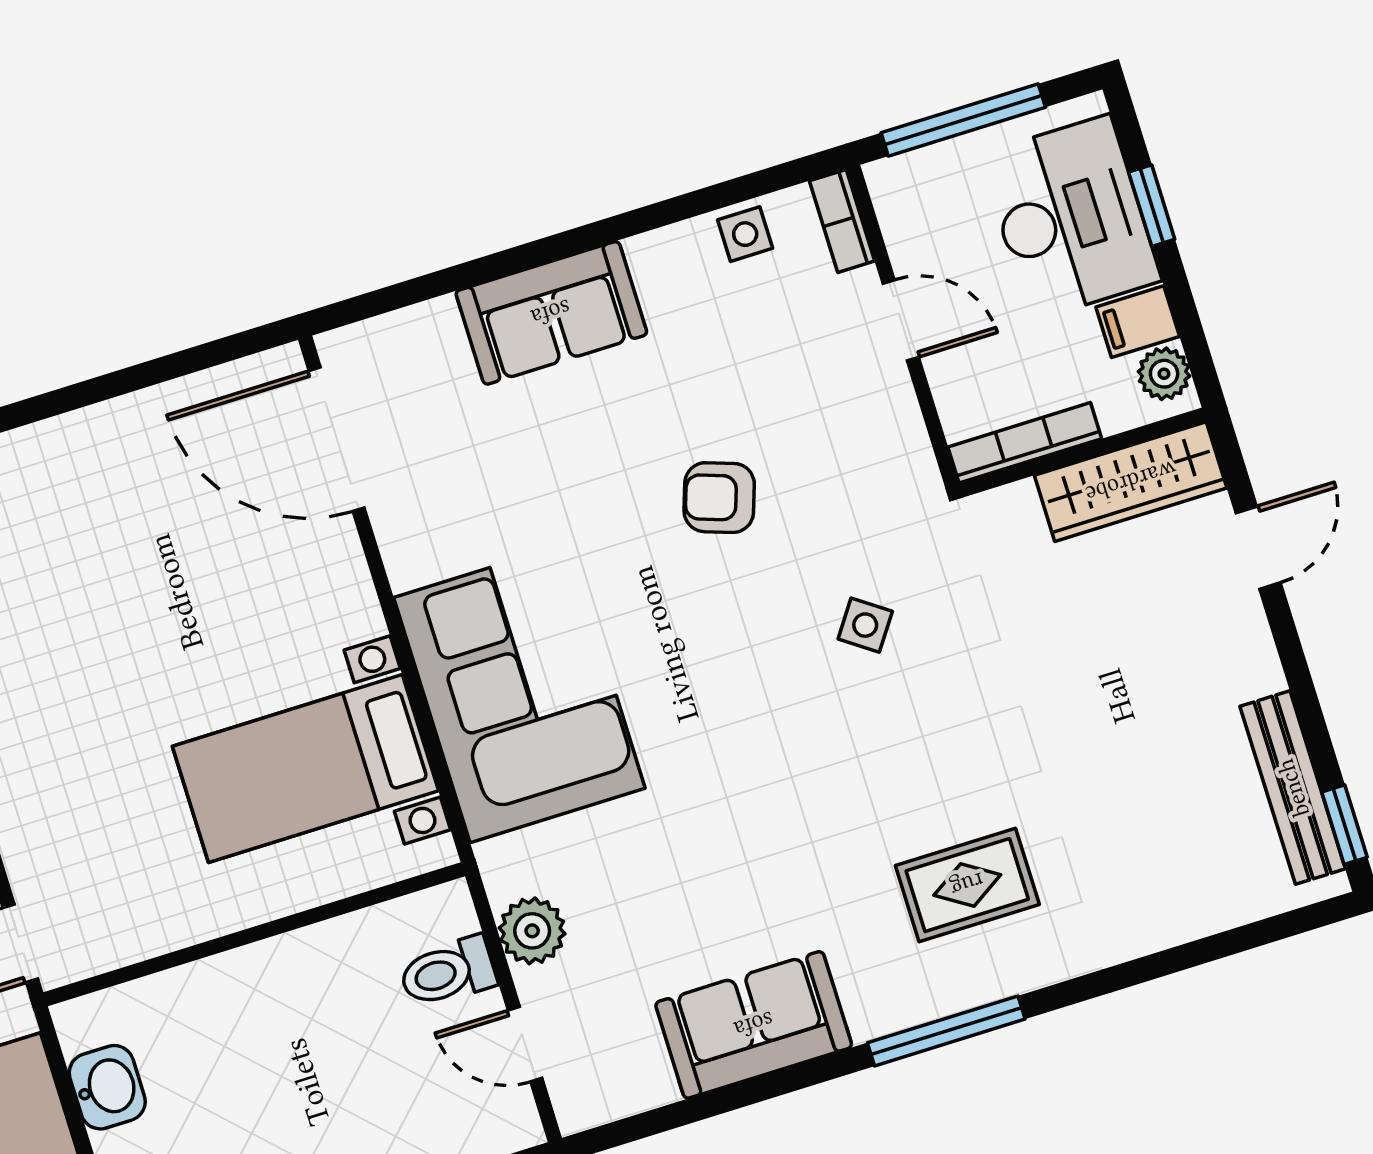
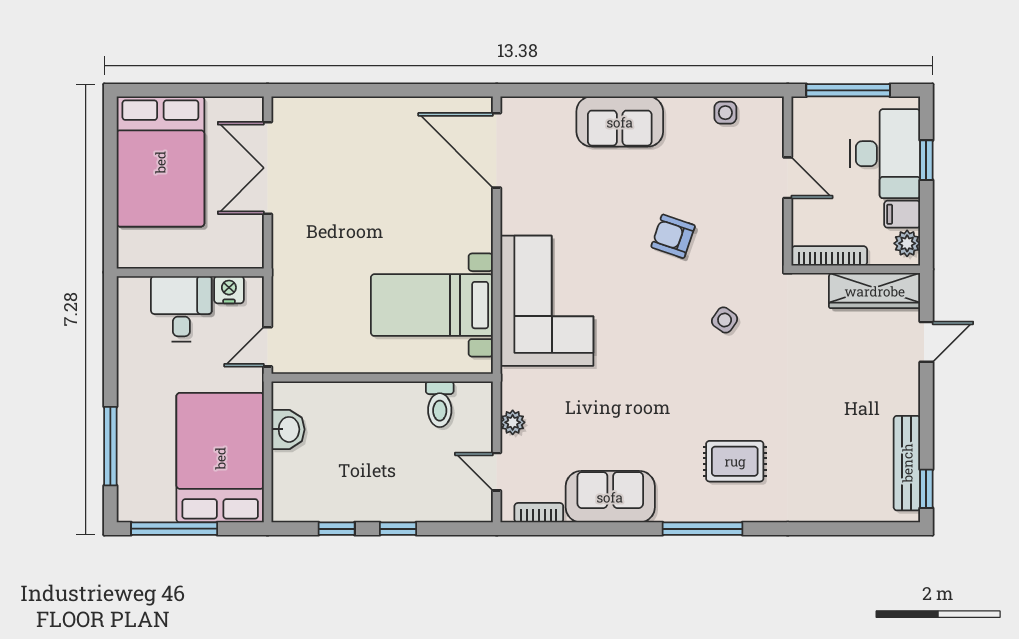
bookcase: (842, 221) -> (539, 513), moved, turned 90
plant: (532, 931) -> (513, 422), width x0.73, depth x0.73
toilet: (448, 972) -> (440, 404), moved, turned -90

